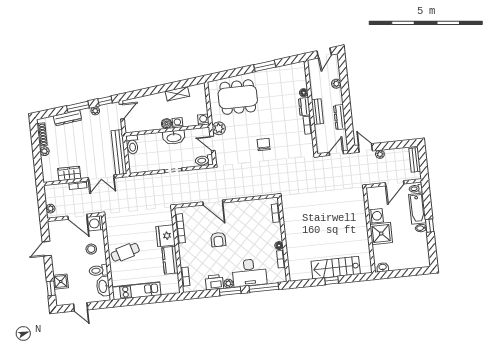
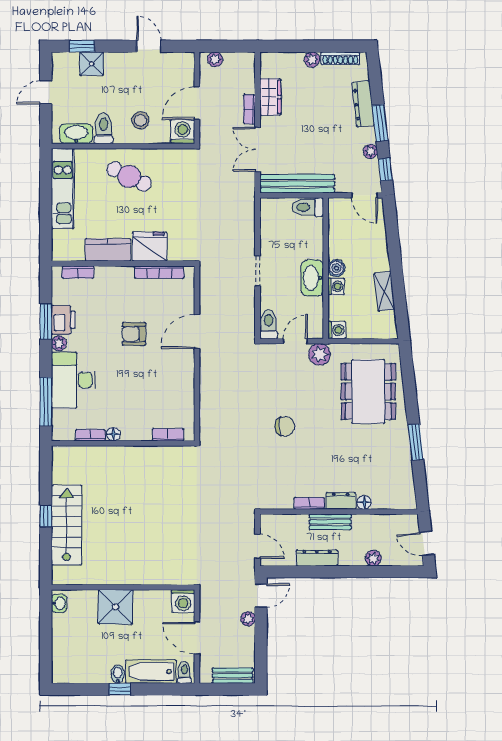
washing machine: (376, 216) -> (183, 601), moved
cafe table: (125, 252) -> (129, 176), turned -48
window: (230, 291) -> (46, 321), moved

